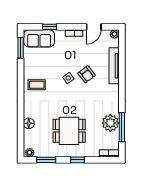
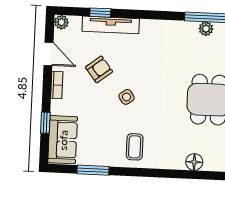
window: (21, 48) -> (93, 170), moved
window: (122, 59) -> (100, 13), added
armchair: (87, 74) -> (99, 69), moved
plant: (110, 123) -> (206, 29), width x0.53, depth x0.53

